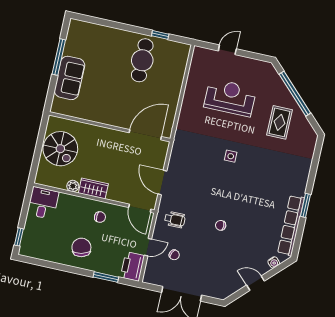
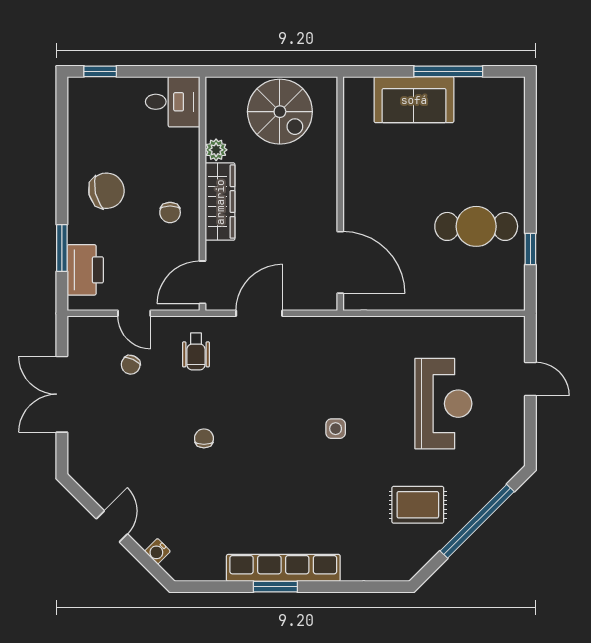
spiral stairs: (60, 149) -> (280, 112), turned -90
wardrobe: (93, 188) -> (220, 202), width x1.50
row of seats: (291, 225) -> (283, 568), moved
printer: (132, 266) -> (85, 270), moved, turned 90

